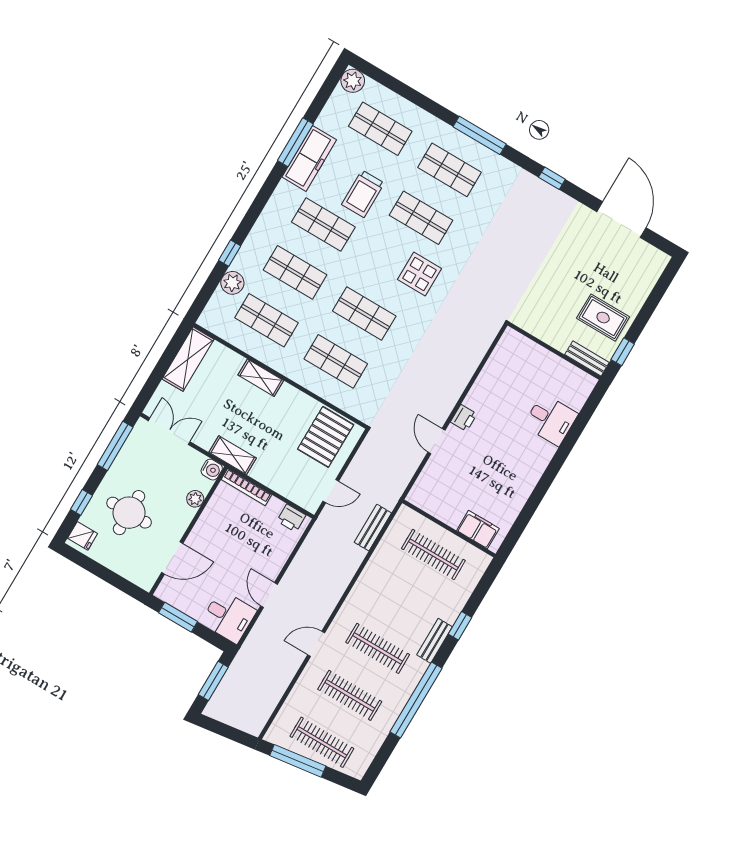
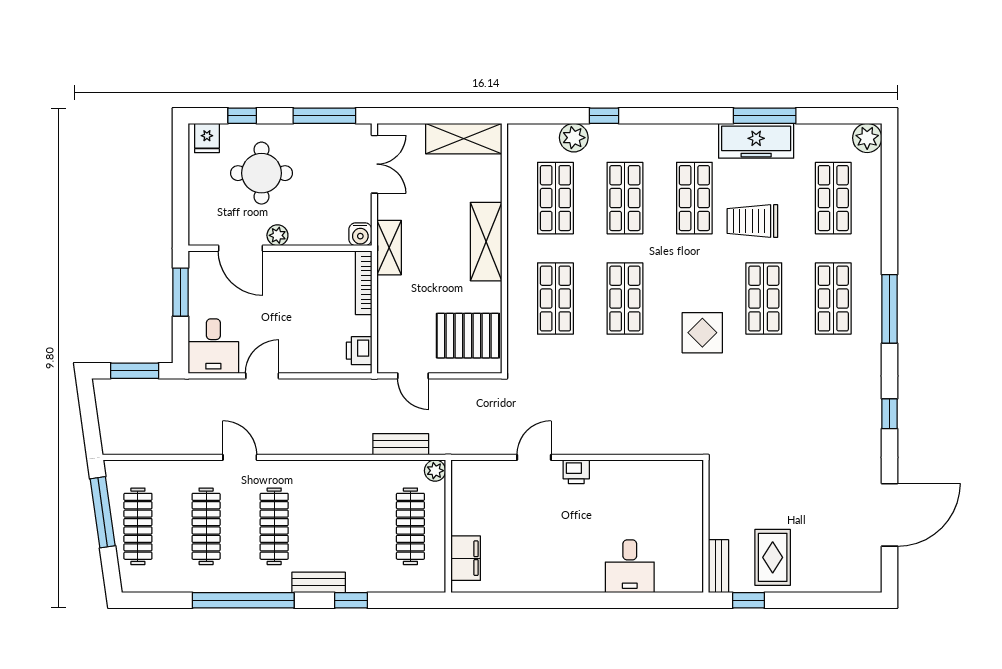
shelving: (261, 378) -> (486, 242), width x1.50, depth x1.33
plant: (195, 499) -> (277, 235), moved
plant: (405, 515) -> (435, 471), added

